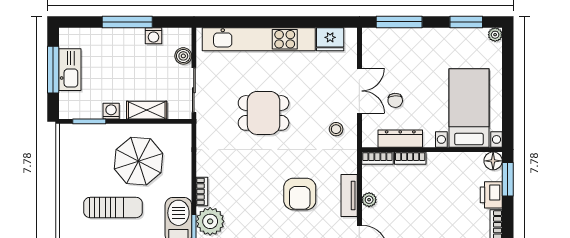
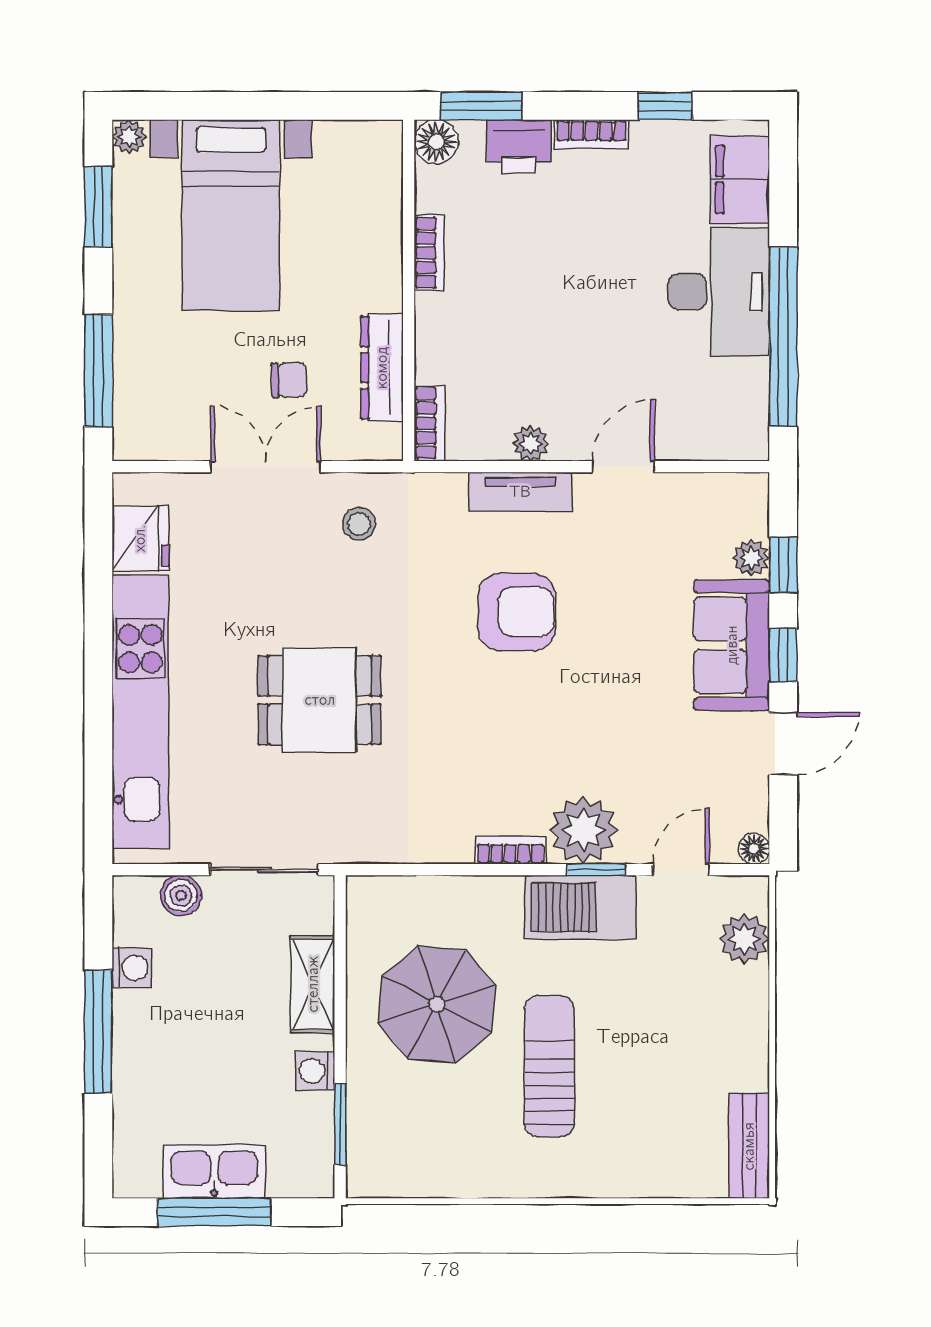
bed with nightstands: (469, 108) -> (231, 215), moved, turned -90
dining table: (264, 113) -> (320, 700), turned 90
bookcase: (410, 158) -> (429, 253), moved

